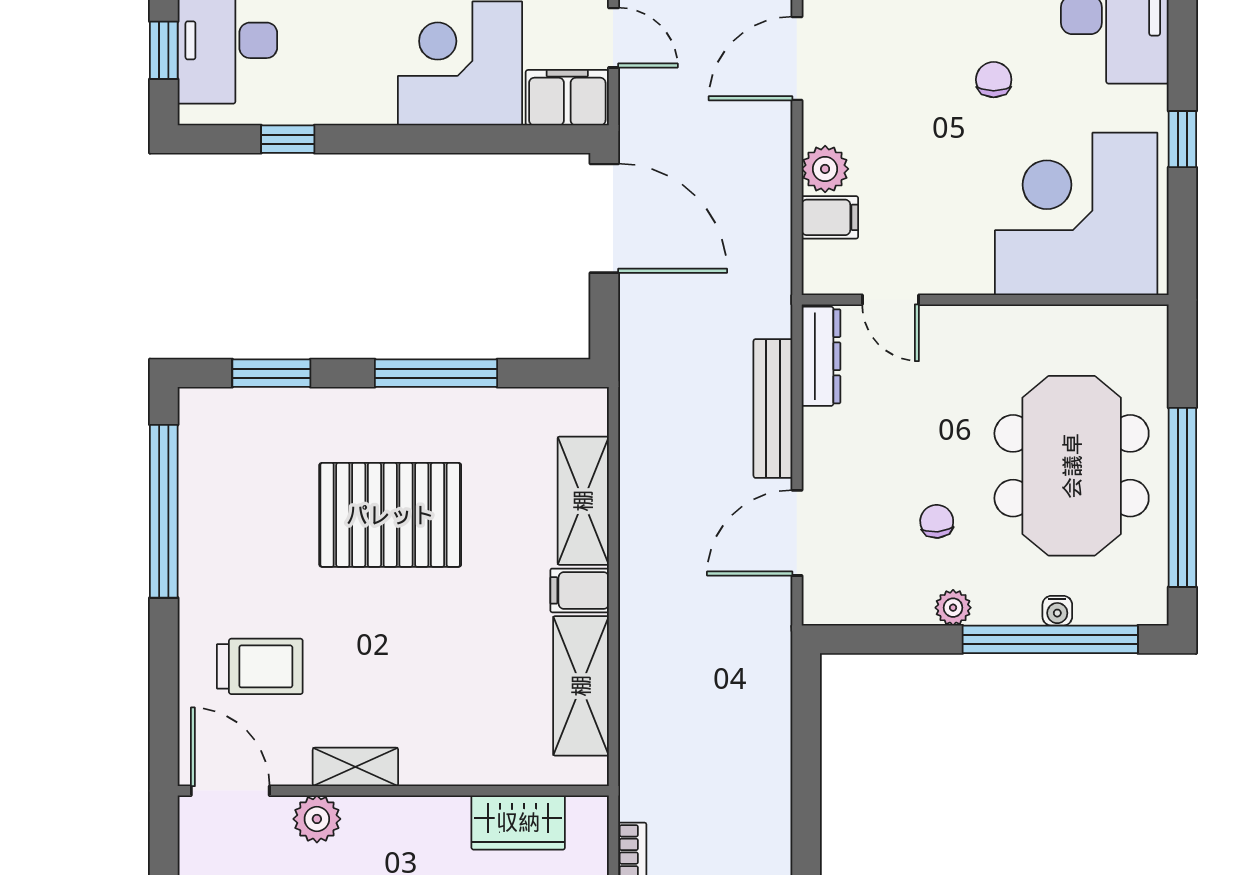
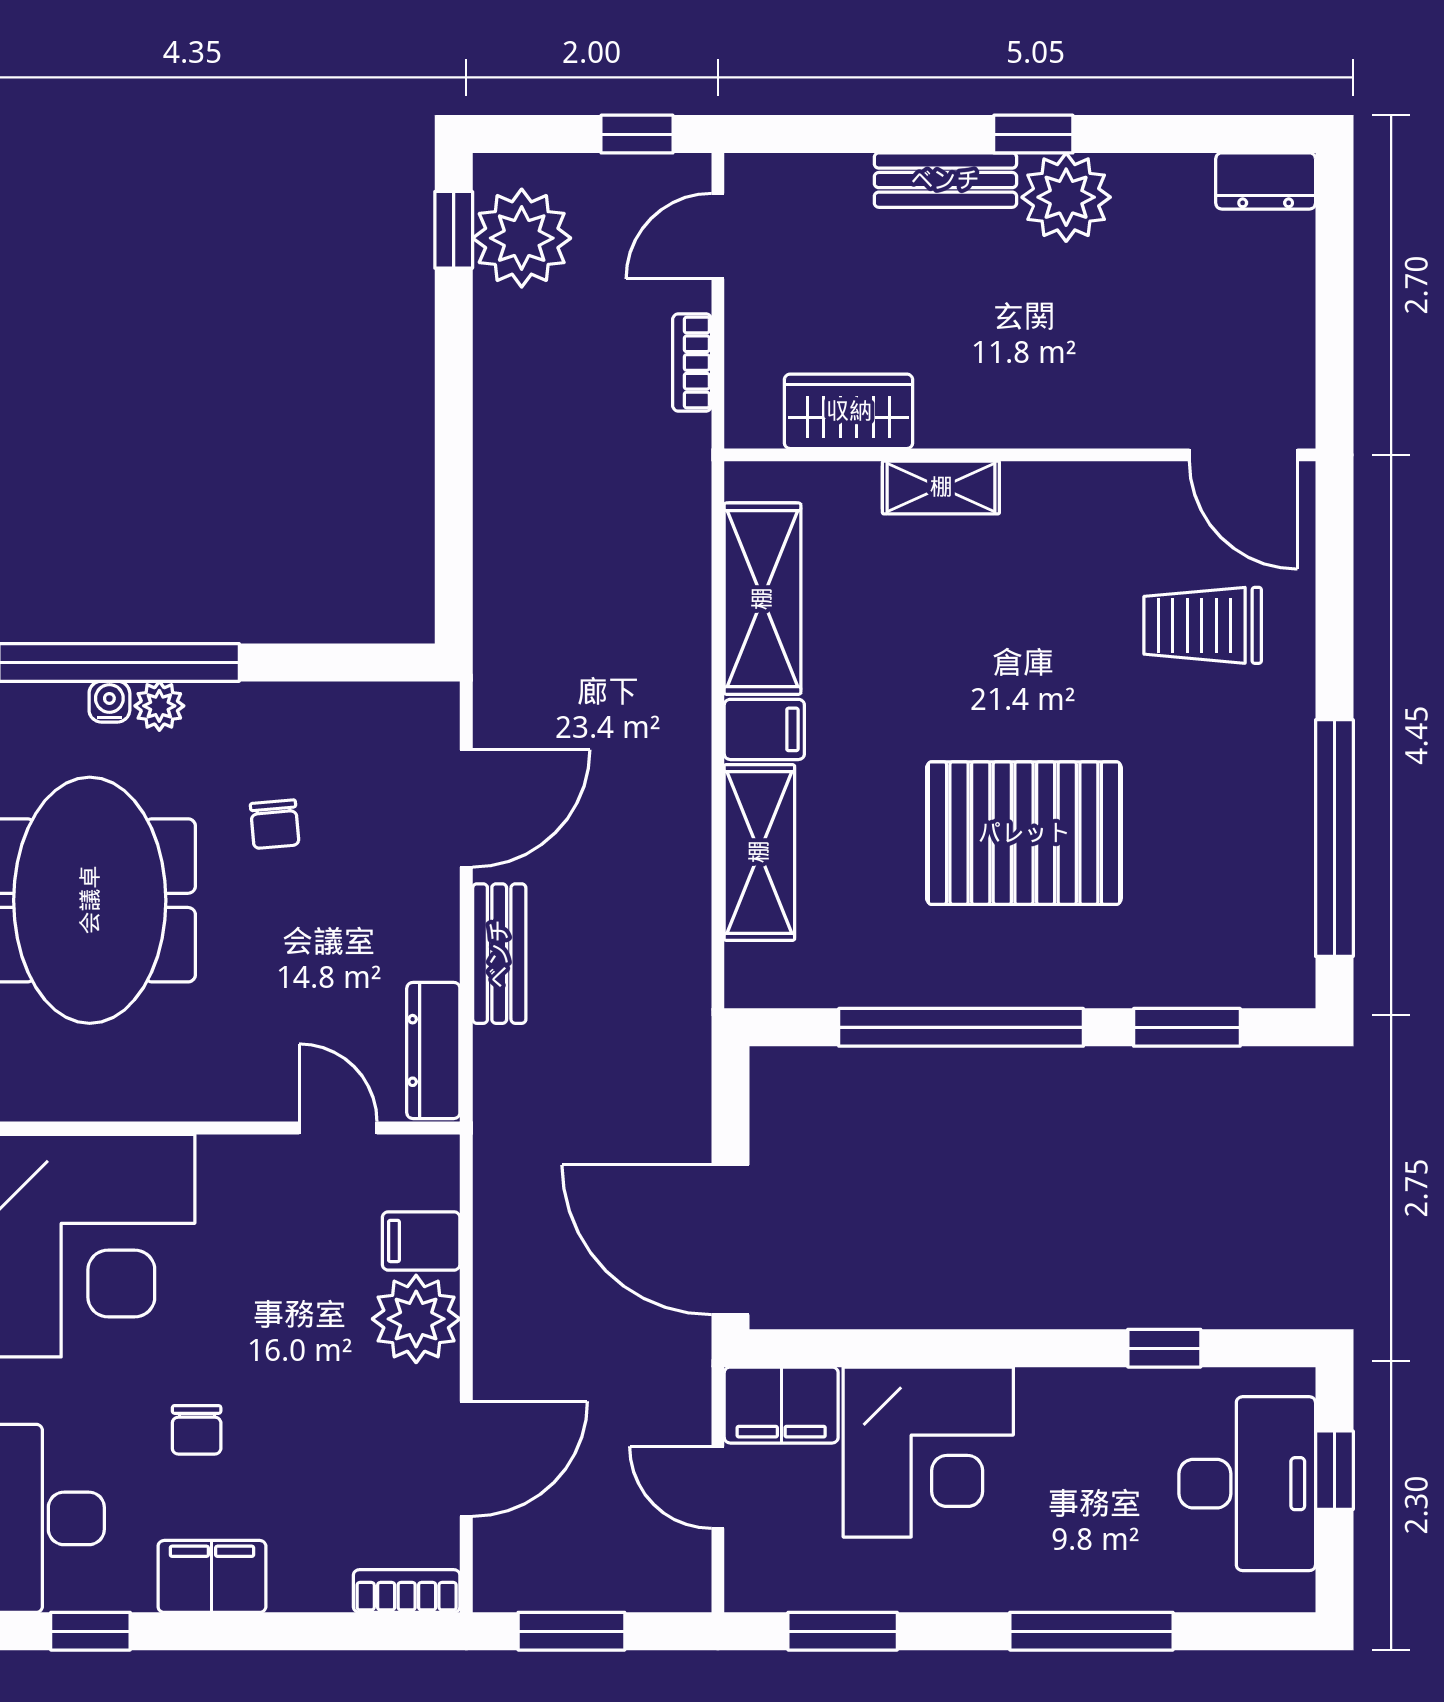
plant: (825, 169) -> (416, 1319), width x1.36, depth x1.36
window: (436, 373) -> (961, 1027), width x1.46
bench: (773, 408) -> (499, 954), width x0.73
plant: (953, 608) -> (159, 706), moved
shelving: (355, 767) -> (941, 487), moved
plant: (317, 819) -> (1124, 416), removed

